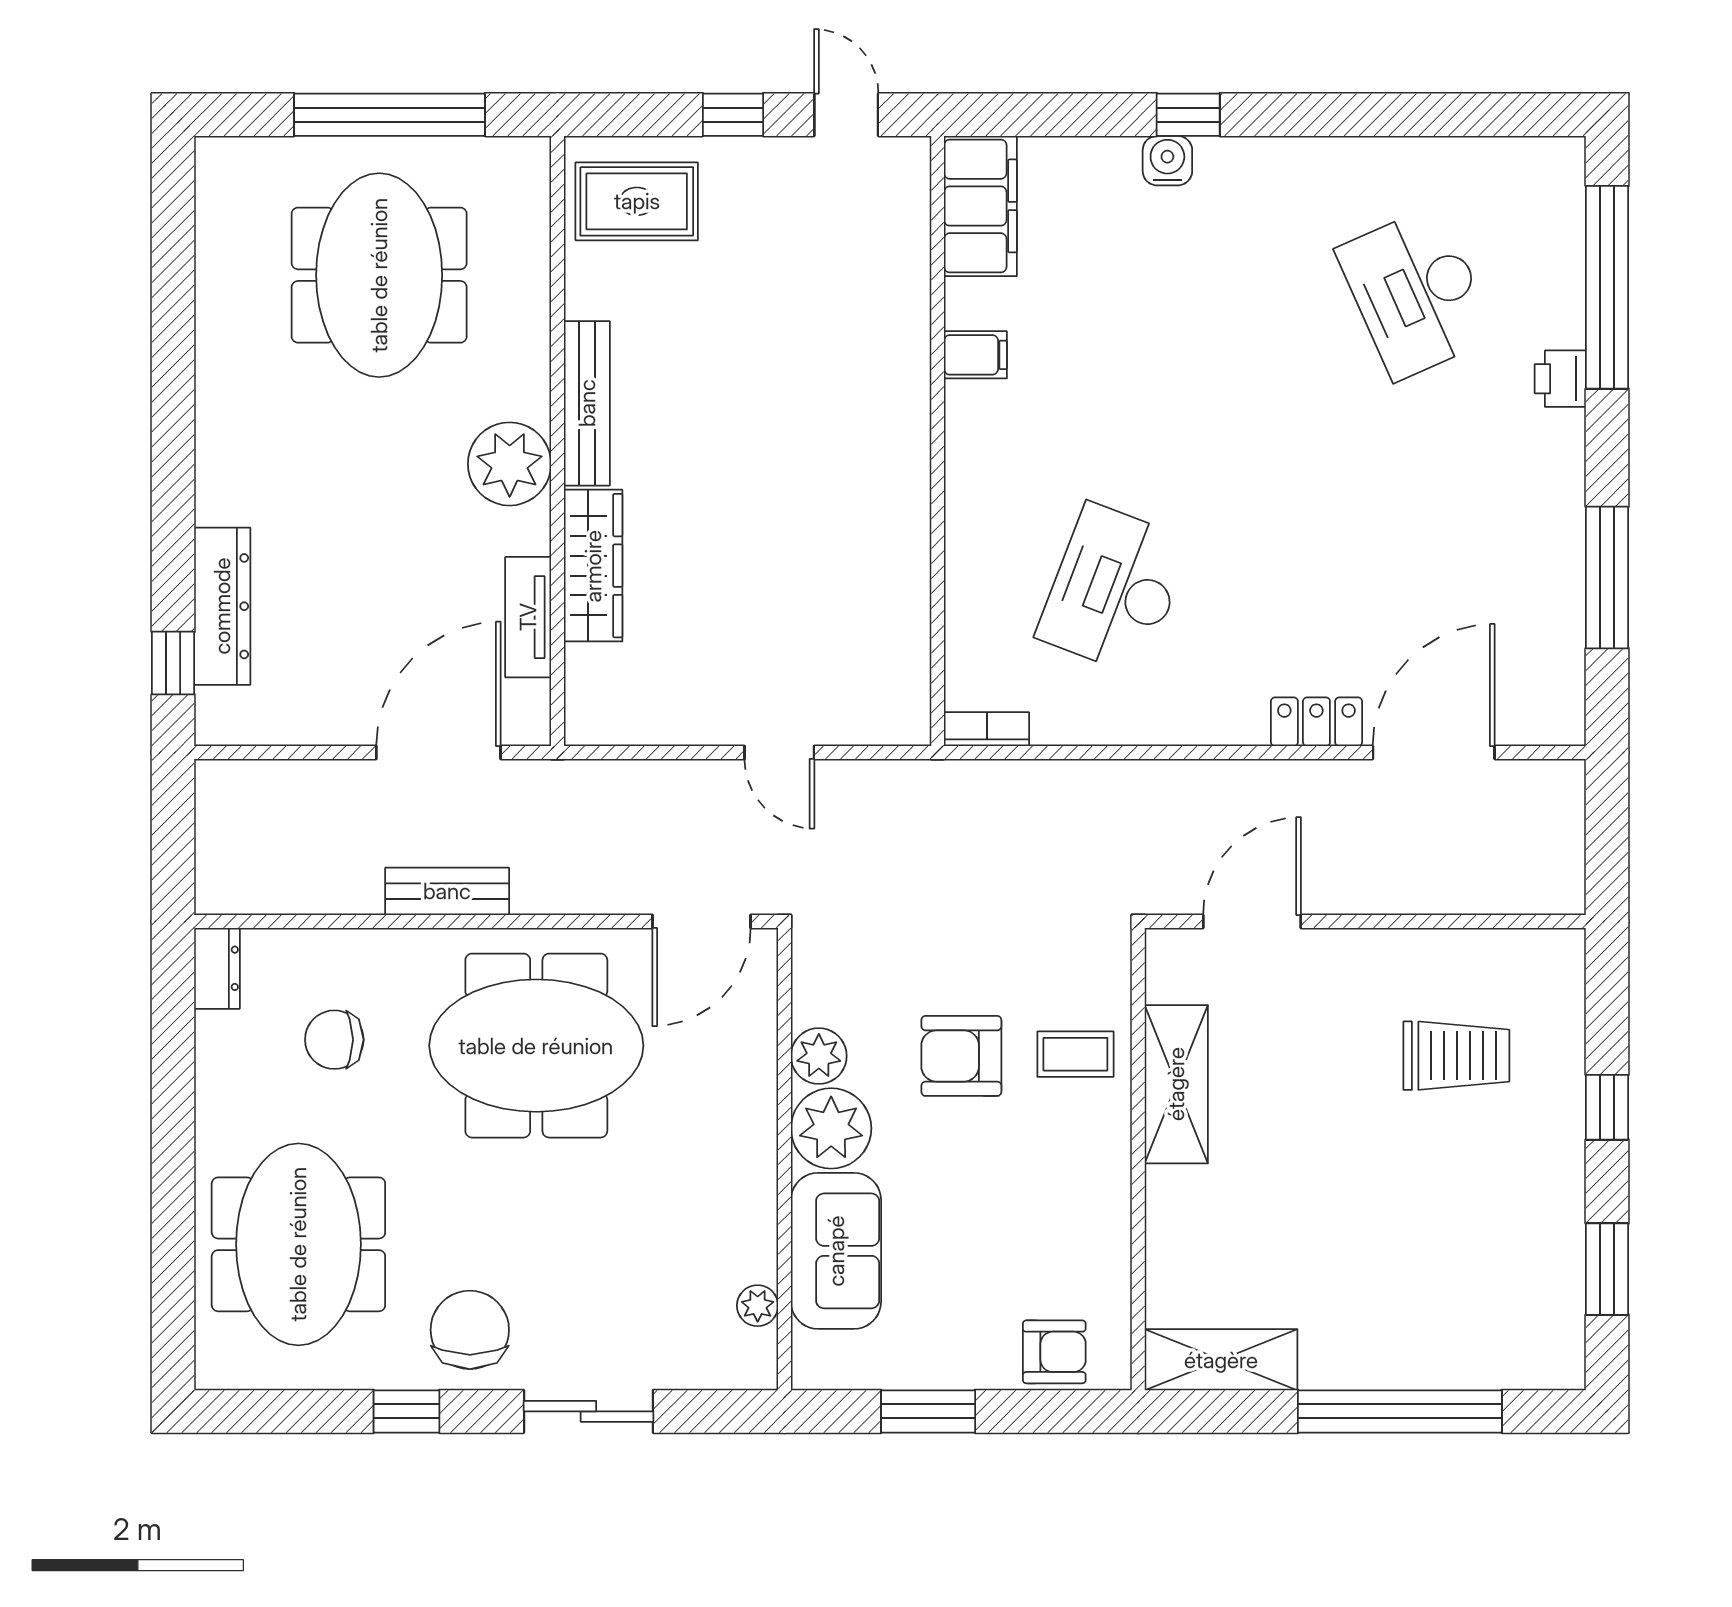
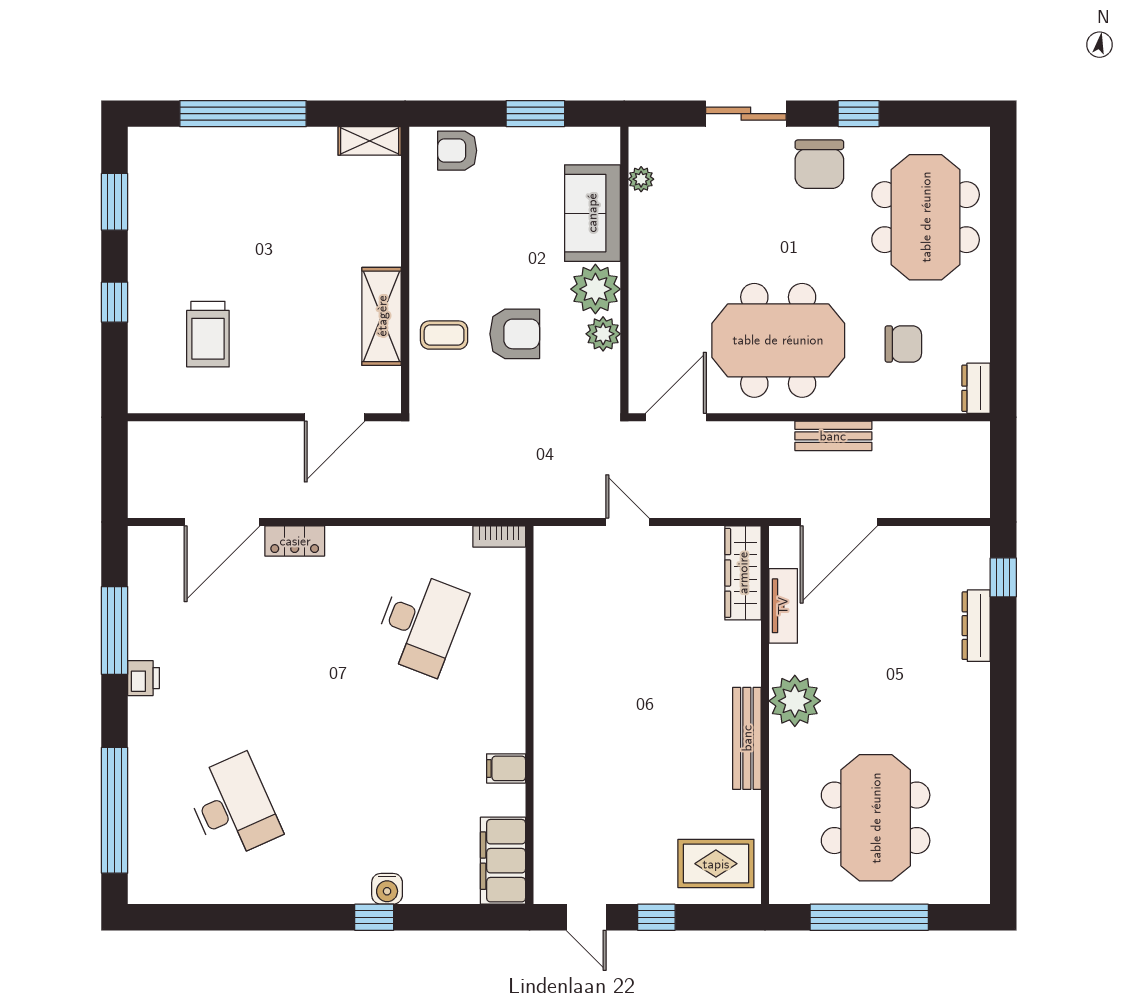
printer: (1560, 379) -> (144, 678), moved
wardrobe: (593, 566) -> (743, 573), moved
dresser: (222, 606) -> (976, 626), width x0.73, depth x0.80
trolley: (1456, 1056) -> (208, 334), turned -90
shelving: (1221, 1360) -> (370, 141), width x0.67, depth x0.75

